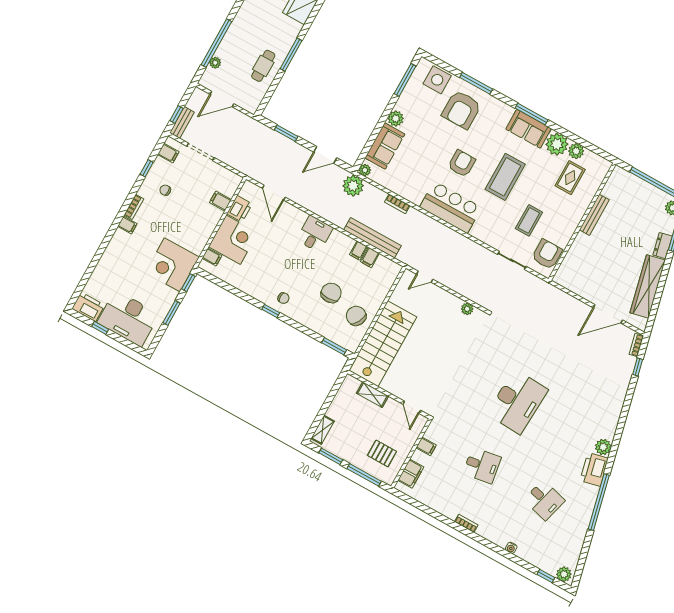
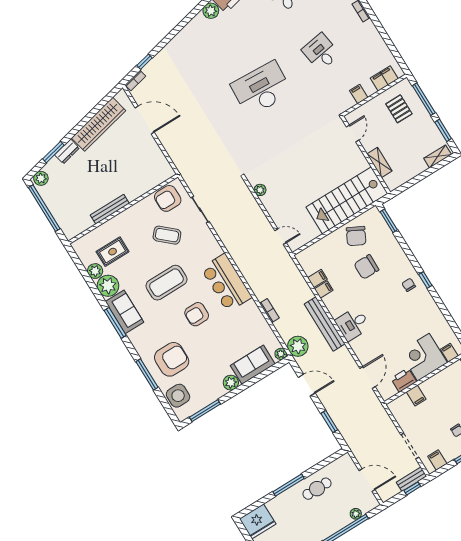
coffee table: (529, 220) -> (167, 235), turned 42
bench: (373, 238) -> (325, 324), moved

